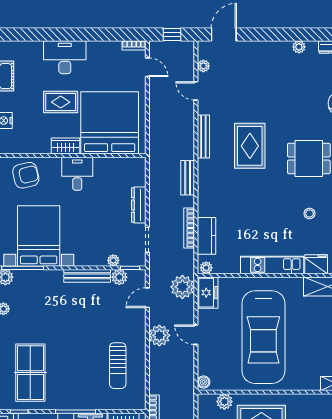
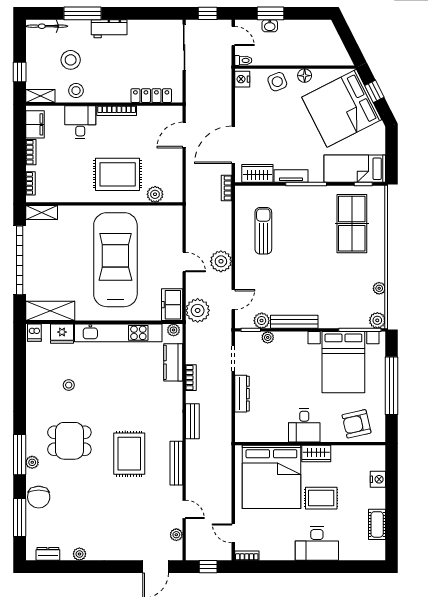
bookcase: (189, 228) -> (191, 378), width x0.64
kitchen unit: (272, 265) -> (118, 333), width x1.36
boiler: (204, 382) -> (176, 214), removed

